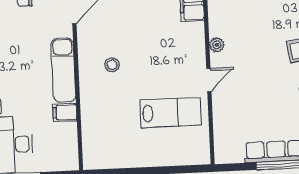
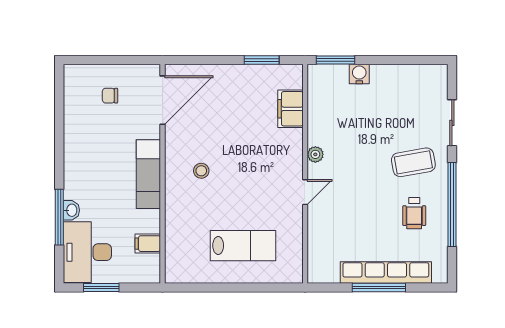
filing cabinet: (65, 112) -> (148, 244), moved
lab bench: (171, 113) -> (243, 246), moved

